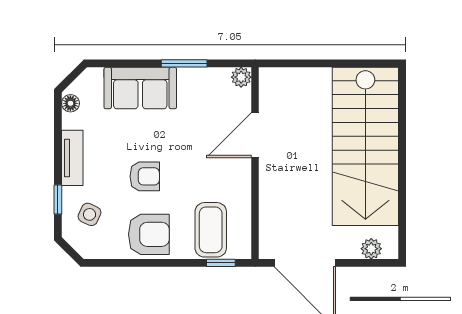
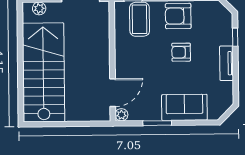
floor lamp: (70, 103) -> (228, 97), removed
door: (255, 135) -> (113, 93), moved
side table: (90, 214) -> (215, 28), removed

